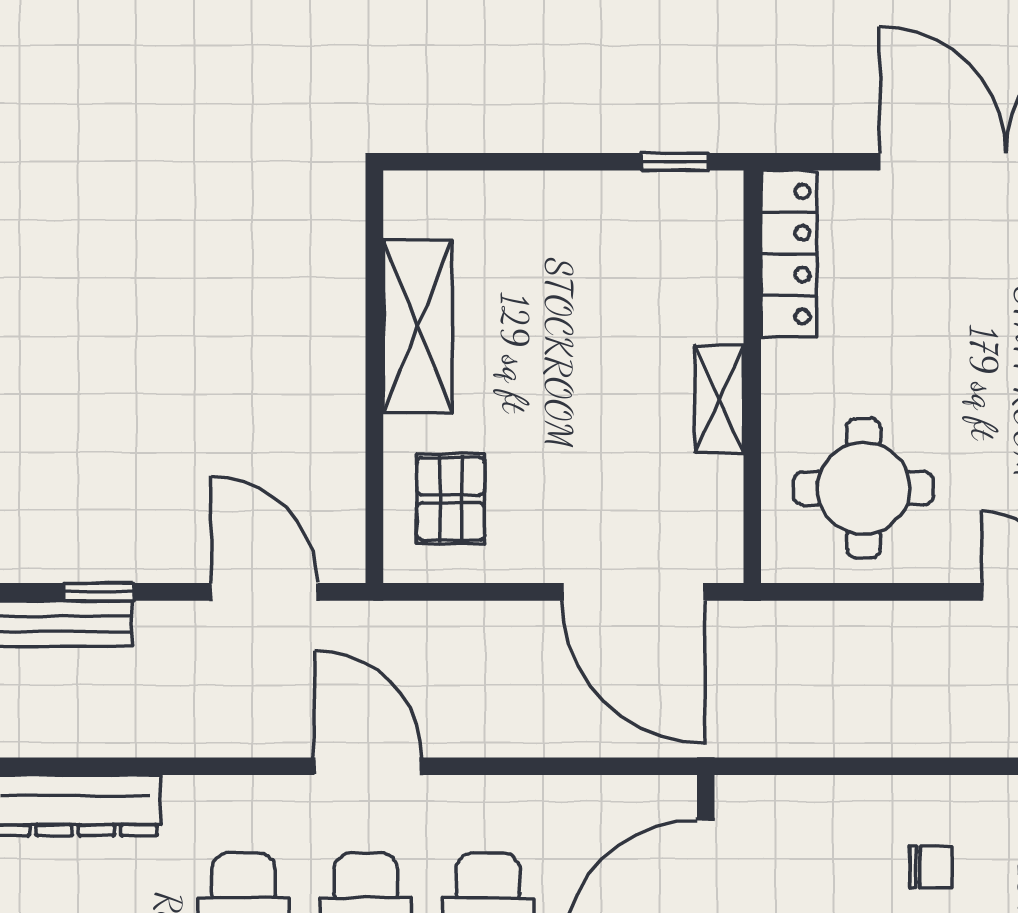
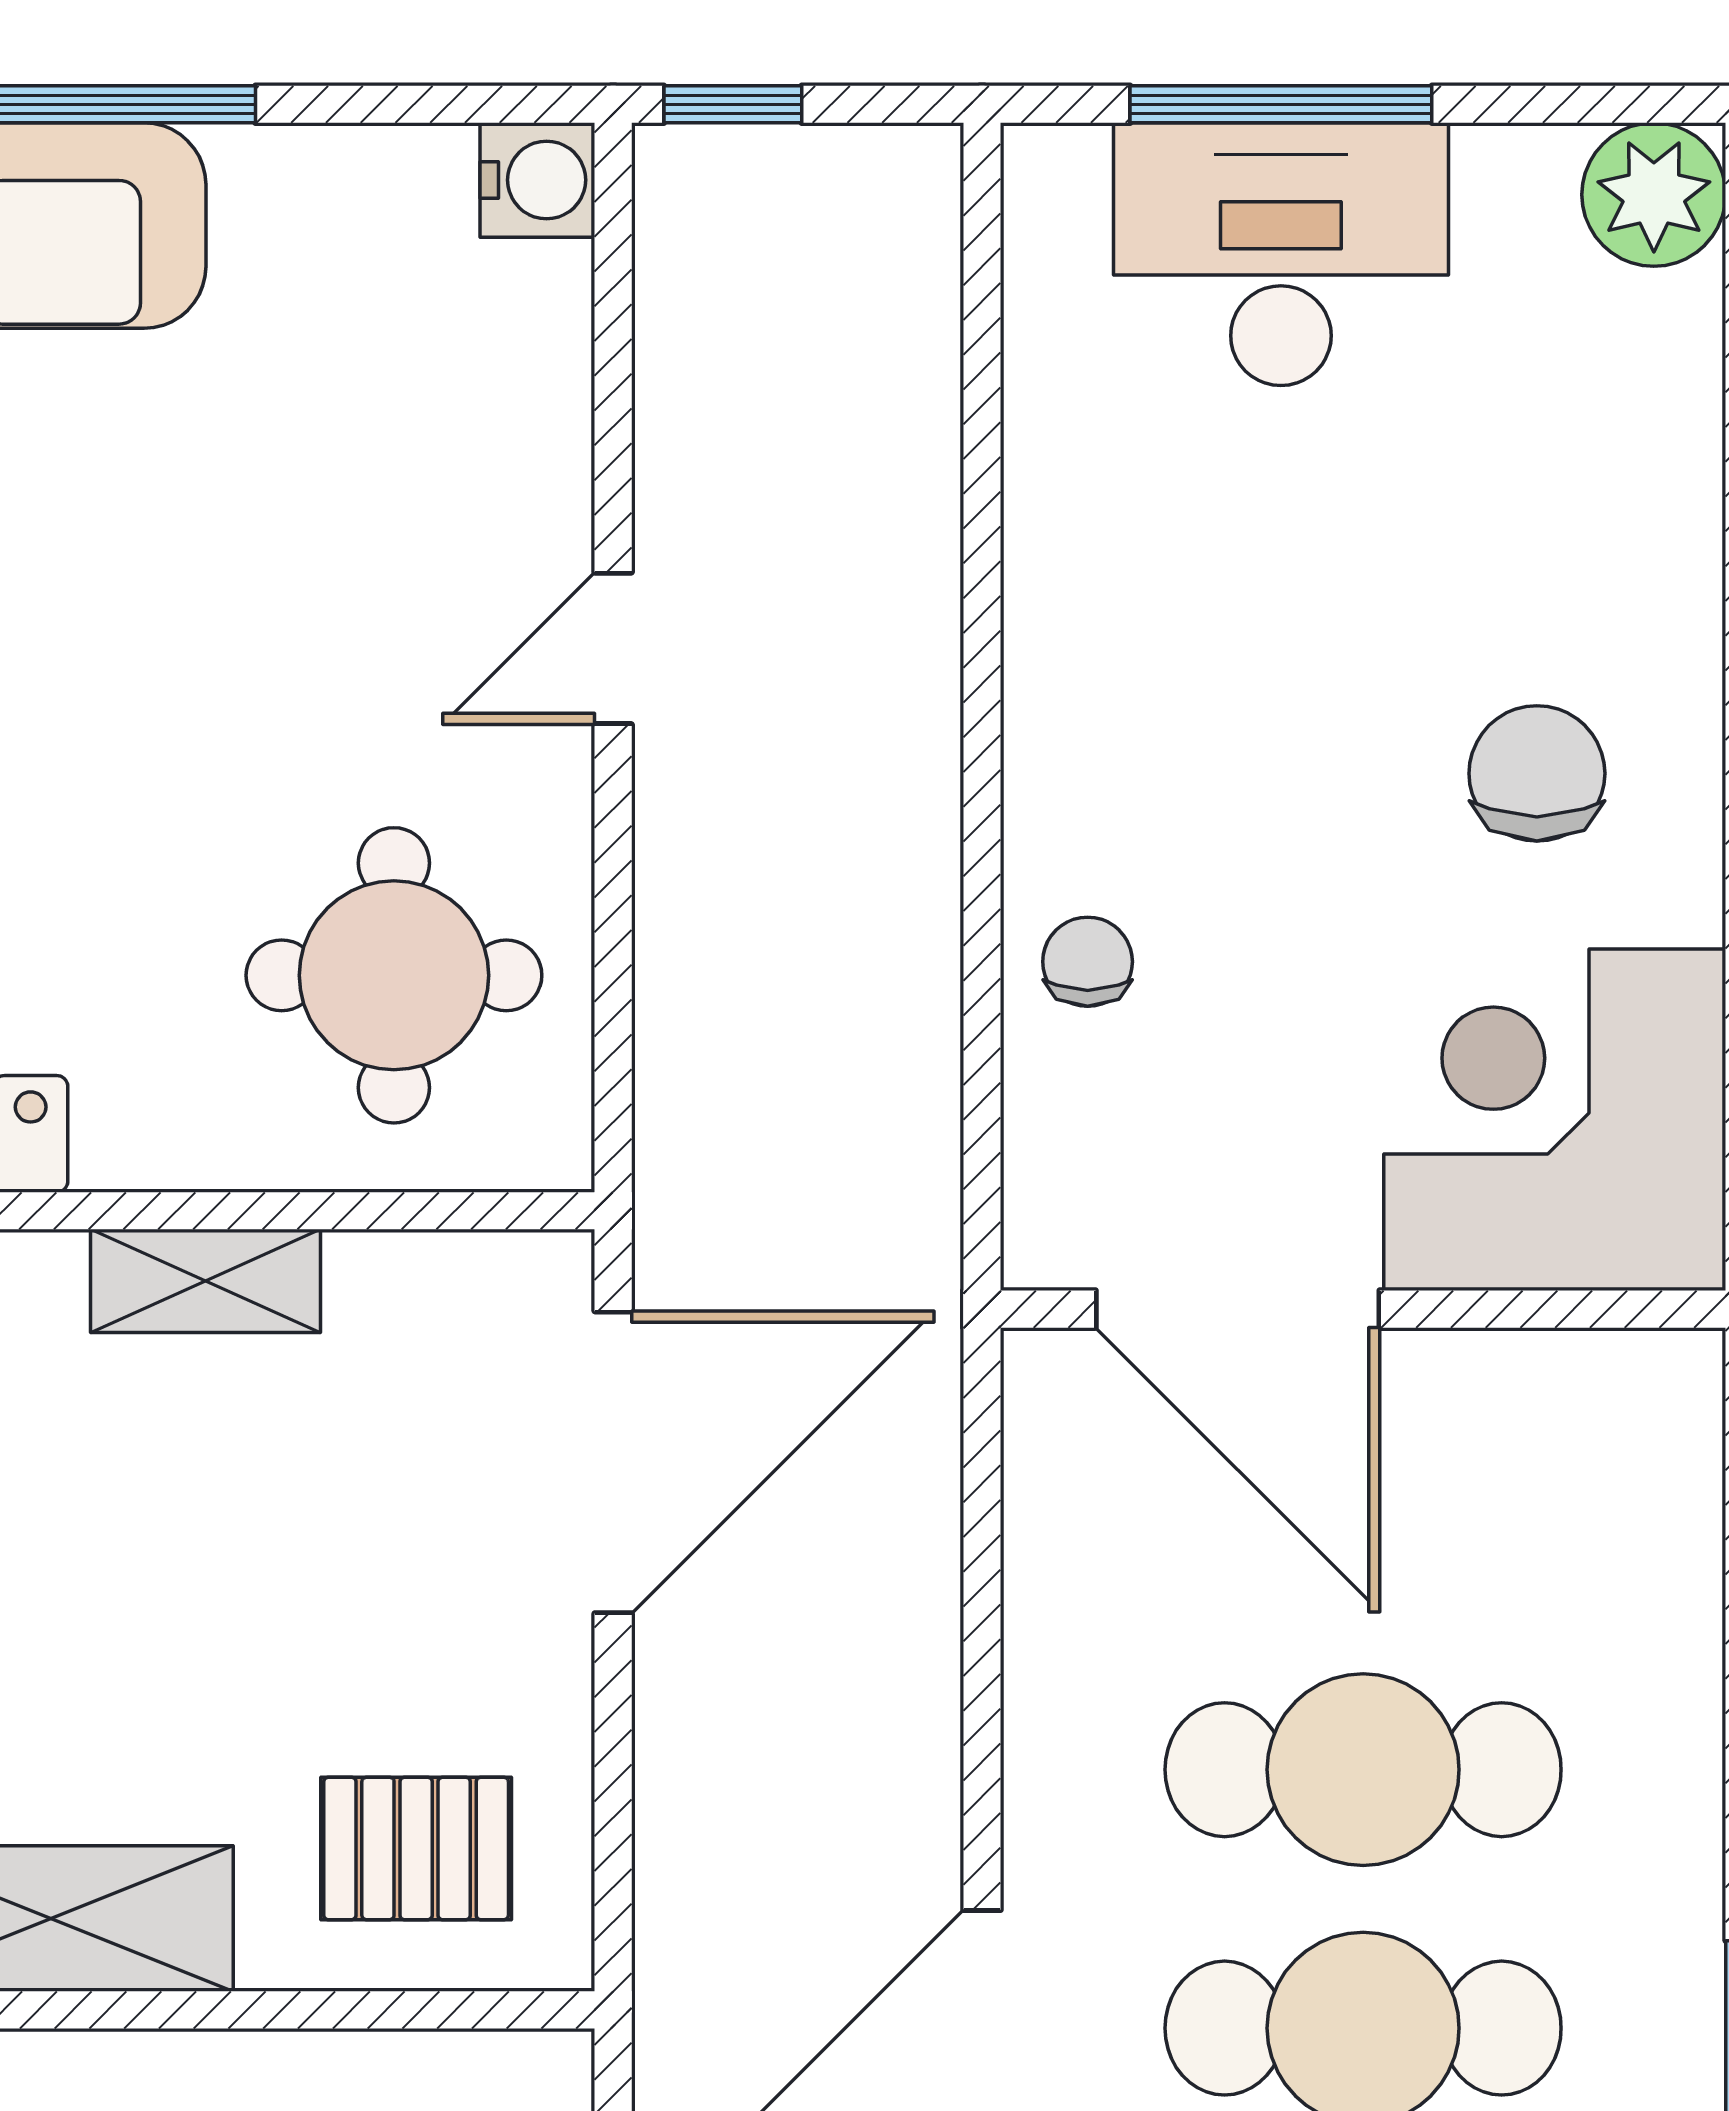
chair: (931, 867) -> (1088, 962), moved

